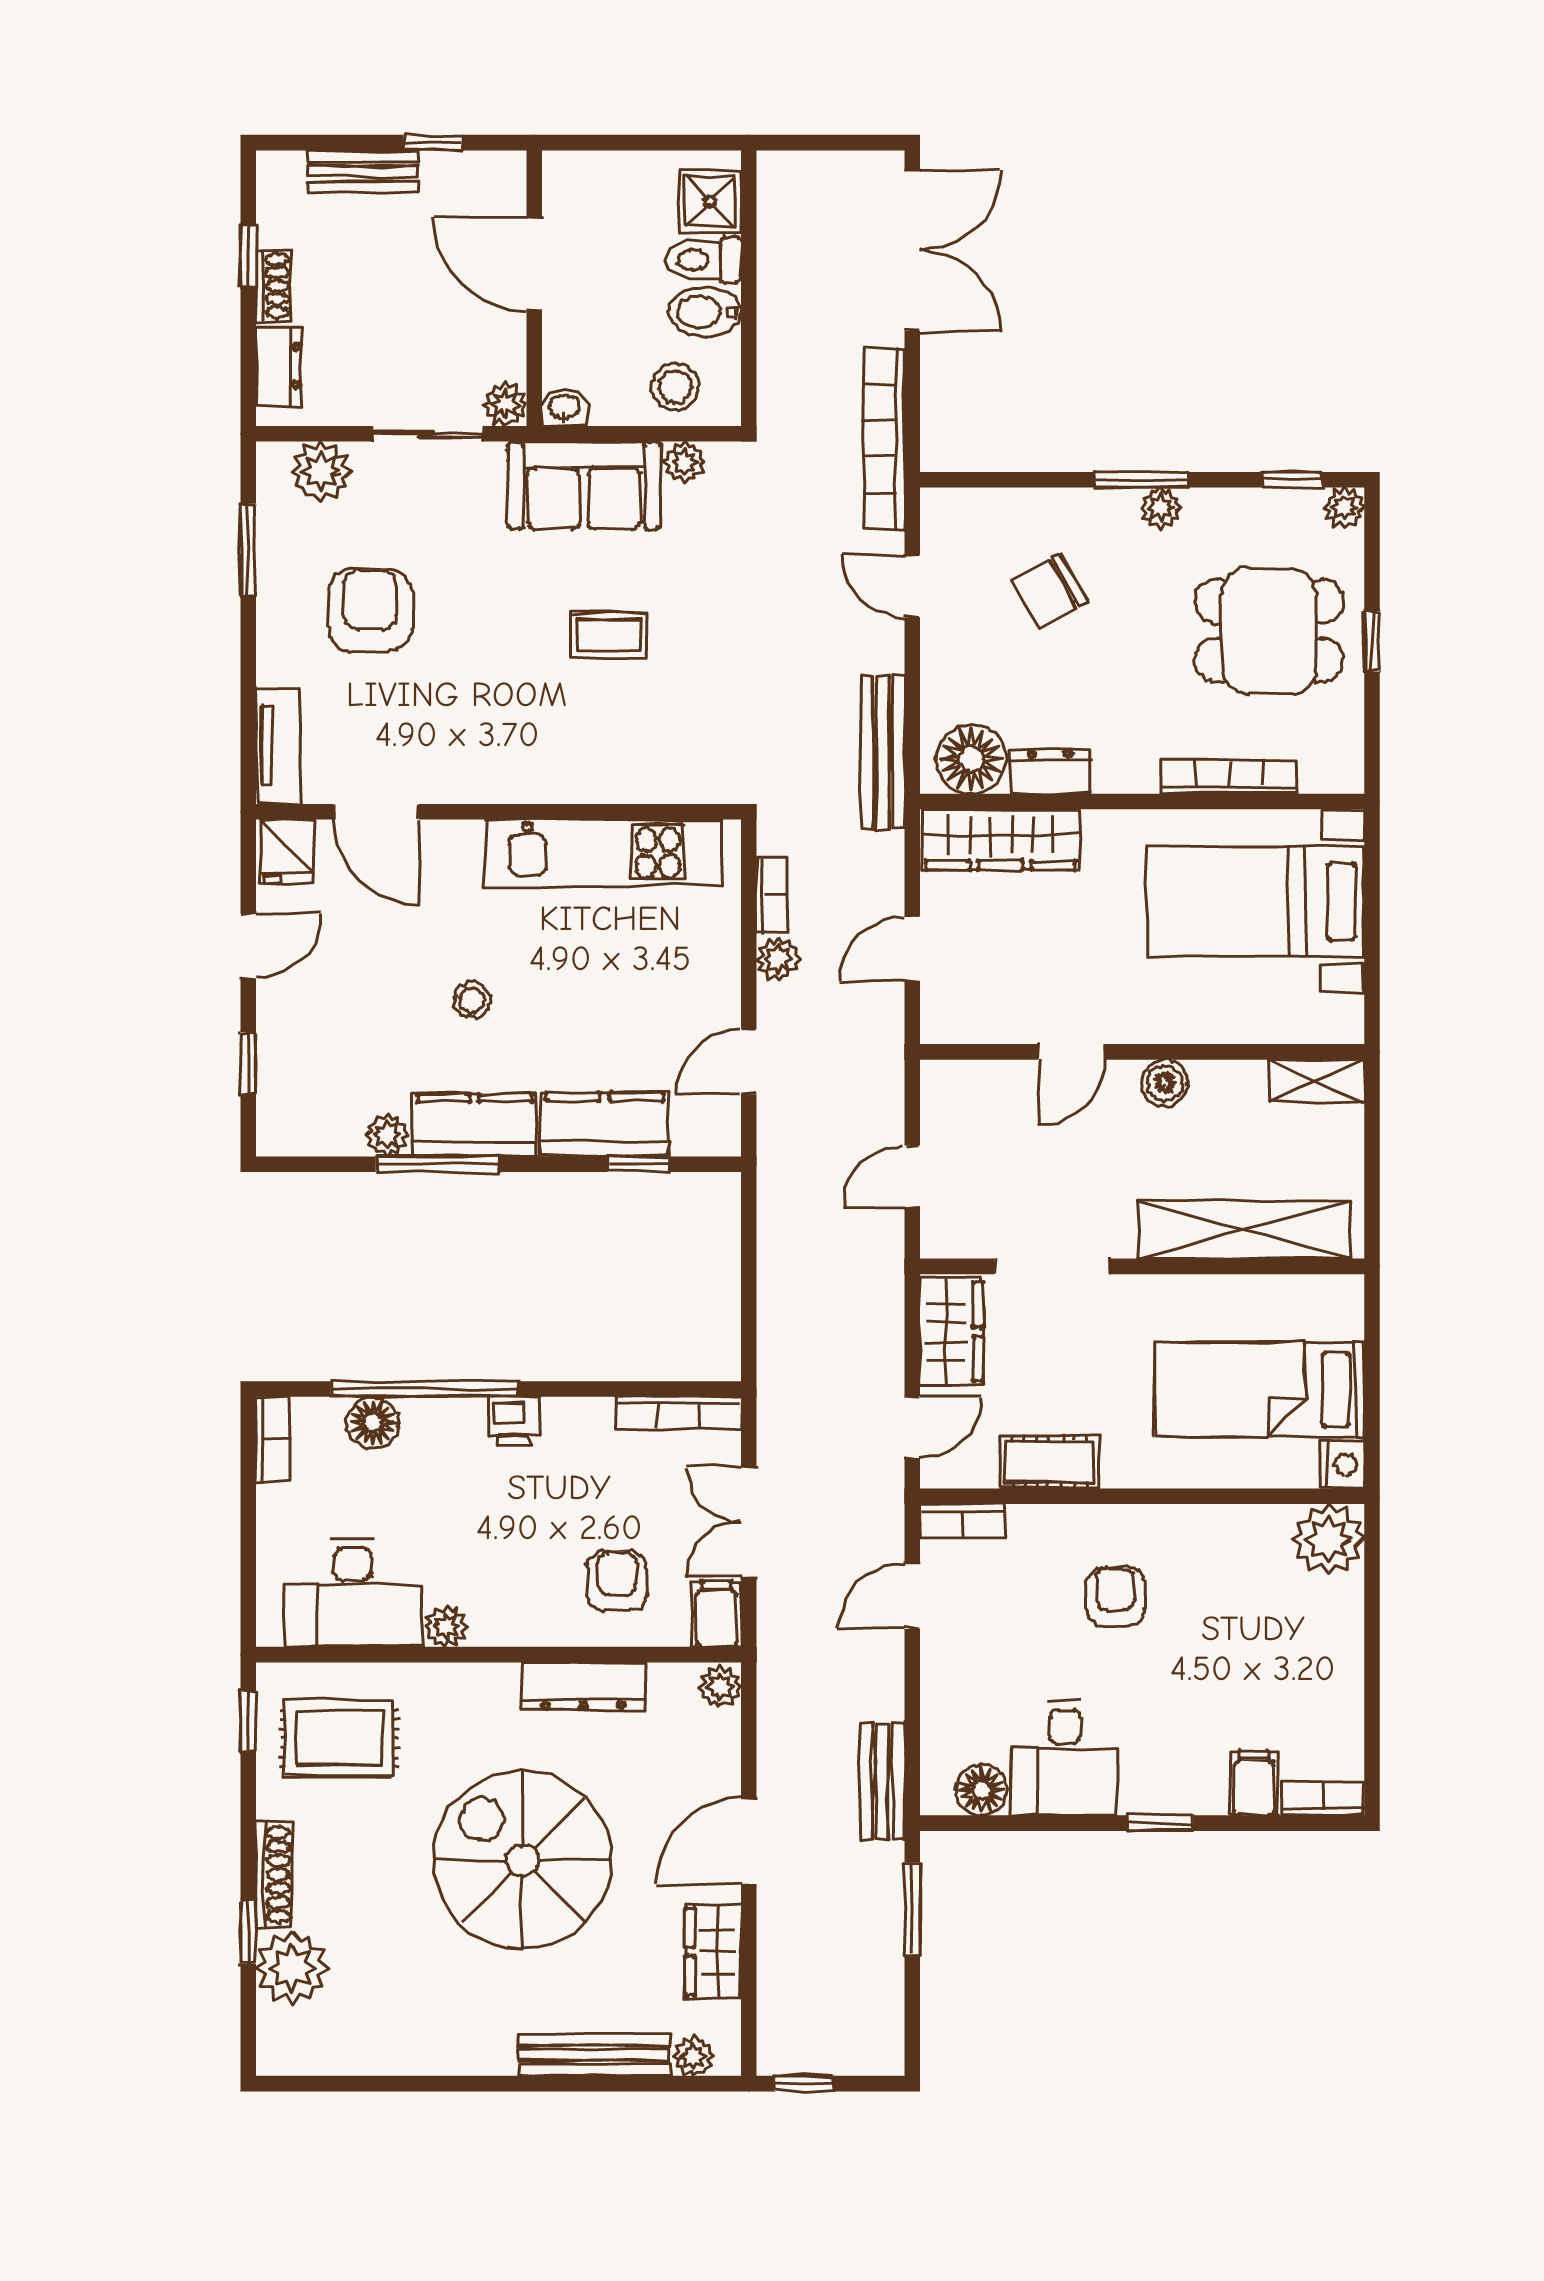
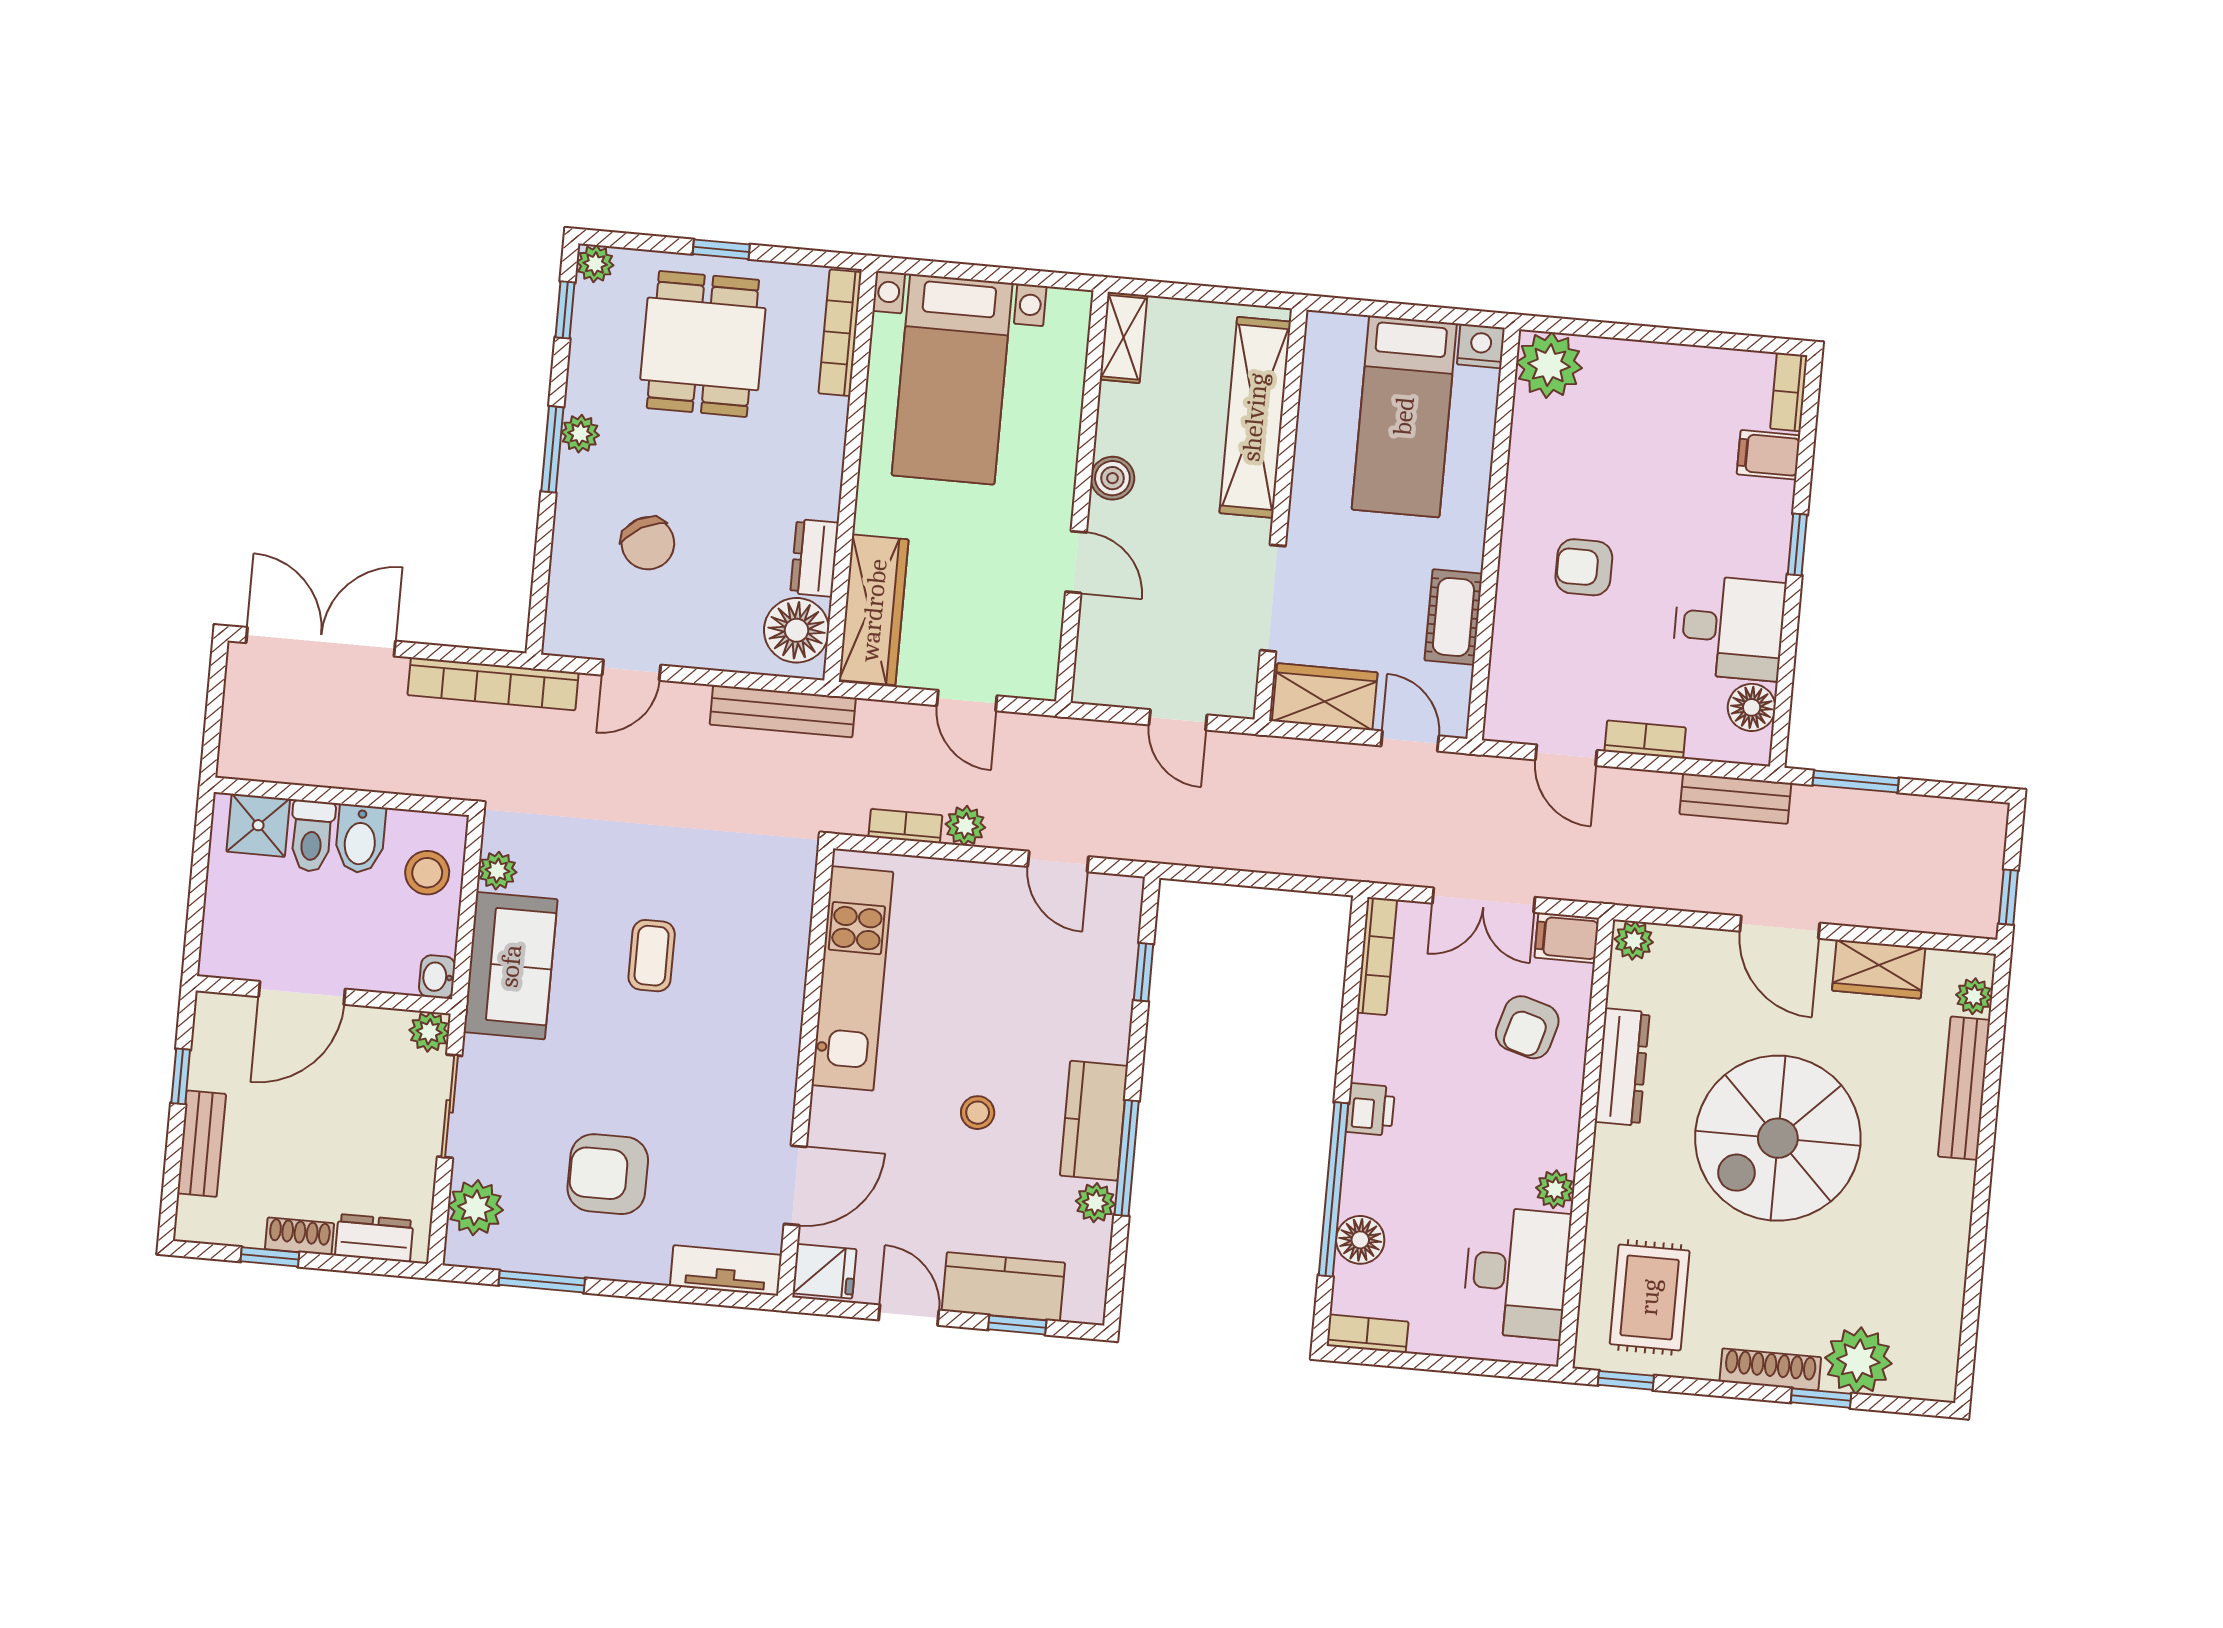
bookcase: (1229, 777) -> (840, 333), moved
kitchen counter: (605, 1125) -> (1003, 1287), moved, turned 90
bookcase: (962, 1521) -> (1645, 739), moved, turned -90
armchair: (617, 1581) -> (1527, 1027), turned -74

